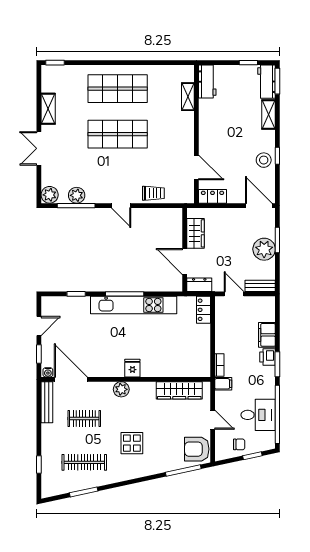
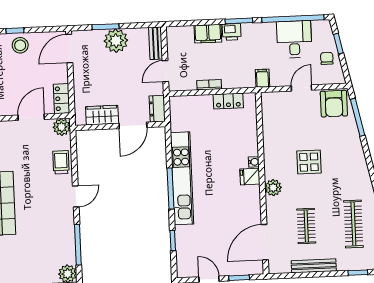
plant: (77, 195) -> (62, 127), moved
locker: (204, 310) -> (228, 101), moved
bookcase: (219, 365) -> (209, 85), moved
water cooler: (48, 372) -> (254, 162), moved
wardrobe: (179, 390) -> (272, 125), removed
bench: (47, 402) -> (314, 266), moved
display table: (132, 443) -> (309, 162), moved

